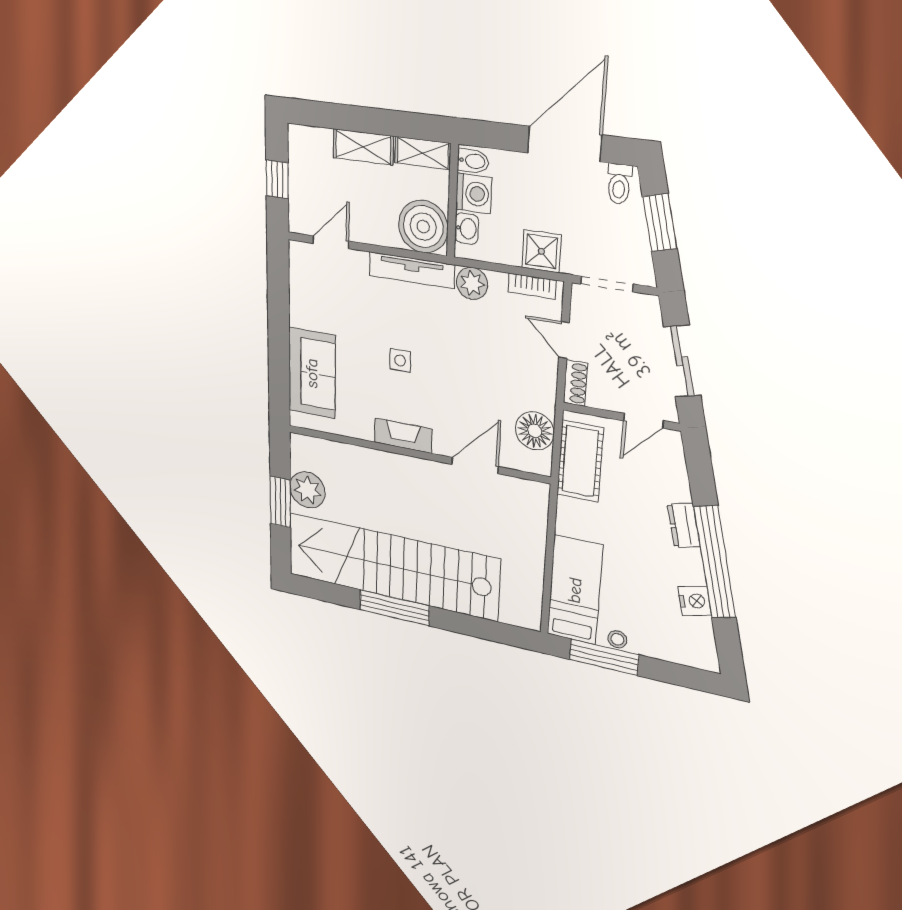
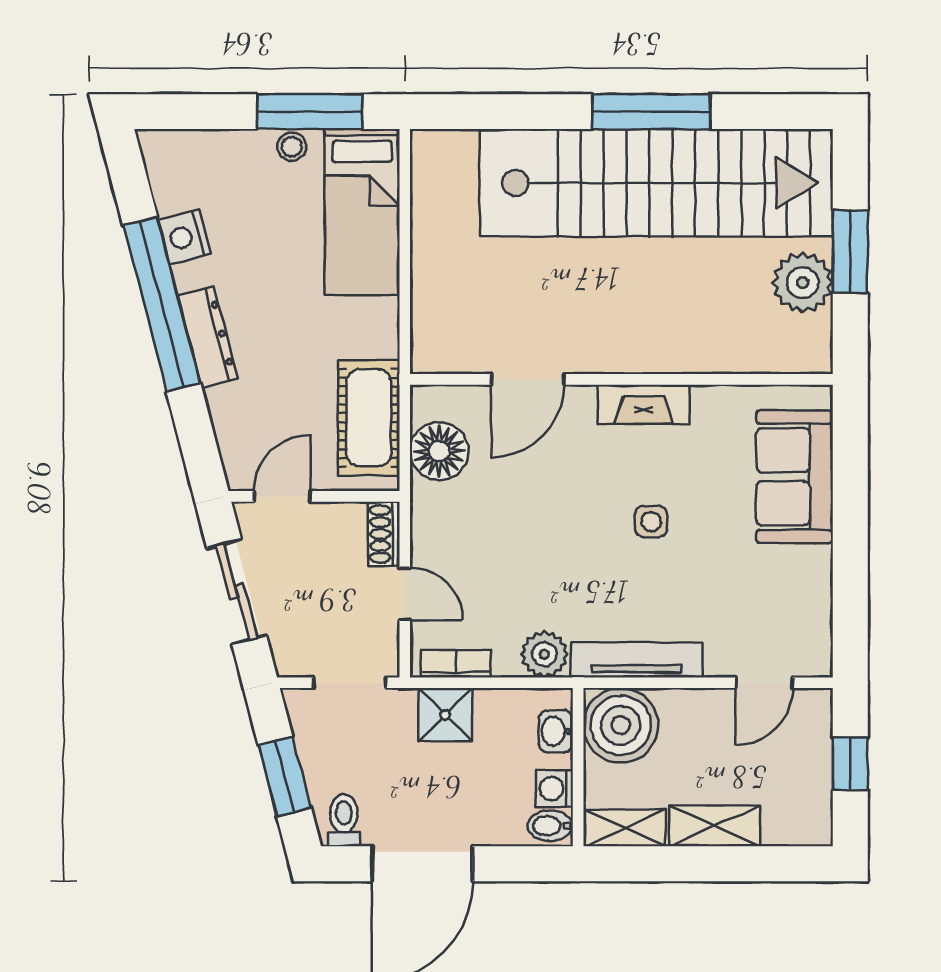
washing machine: (474, 194) -> (554, 788), width x0.73, depth x0.73
dresser: (684, 525) -> (208, 337), width x1.44

